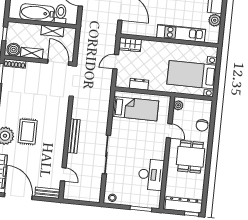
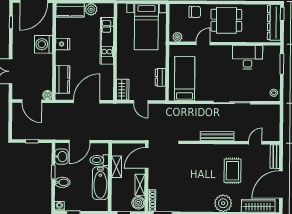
rug: (28, 132) -> (232, 171), moved, turned 90

